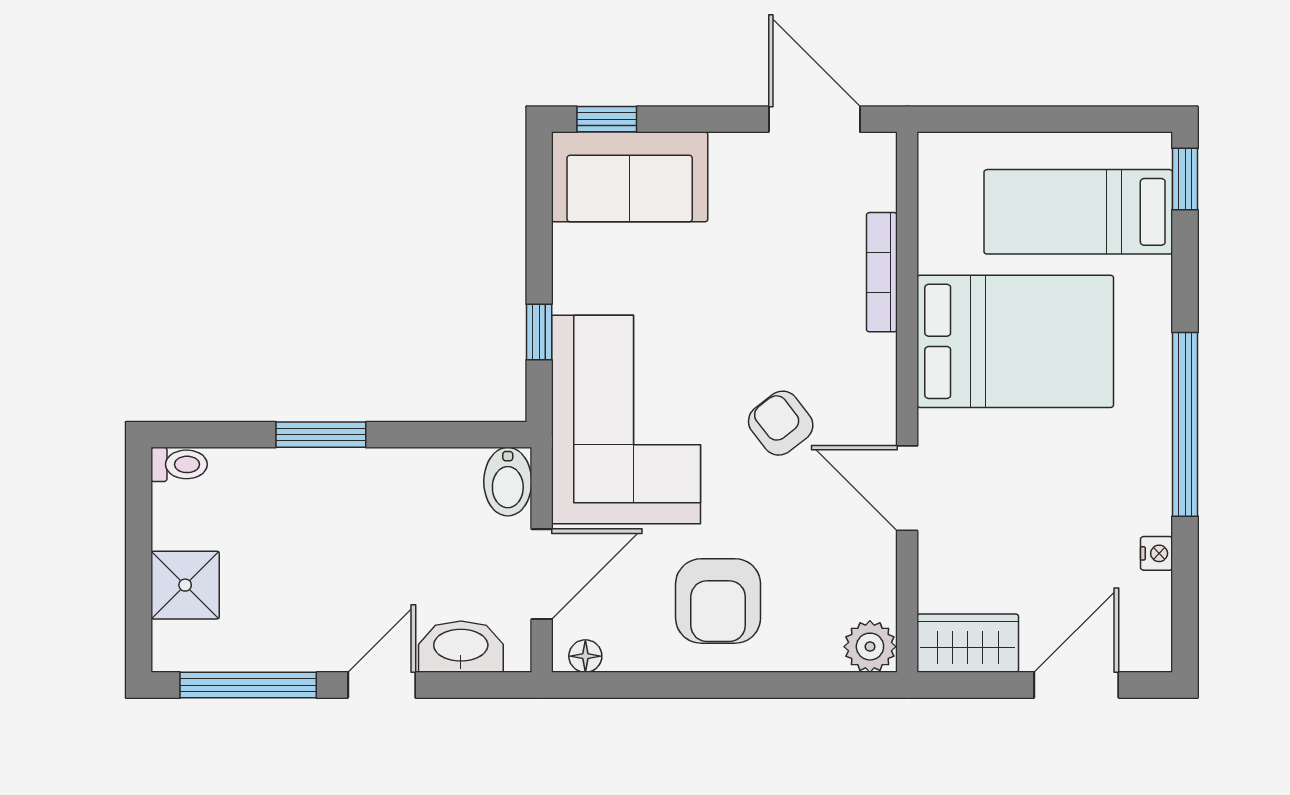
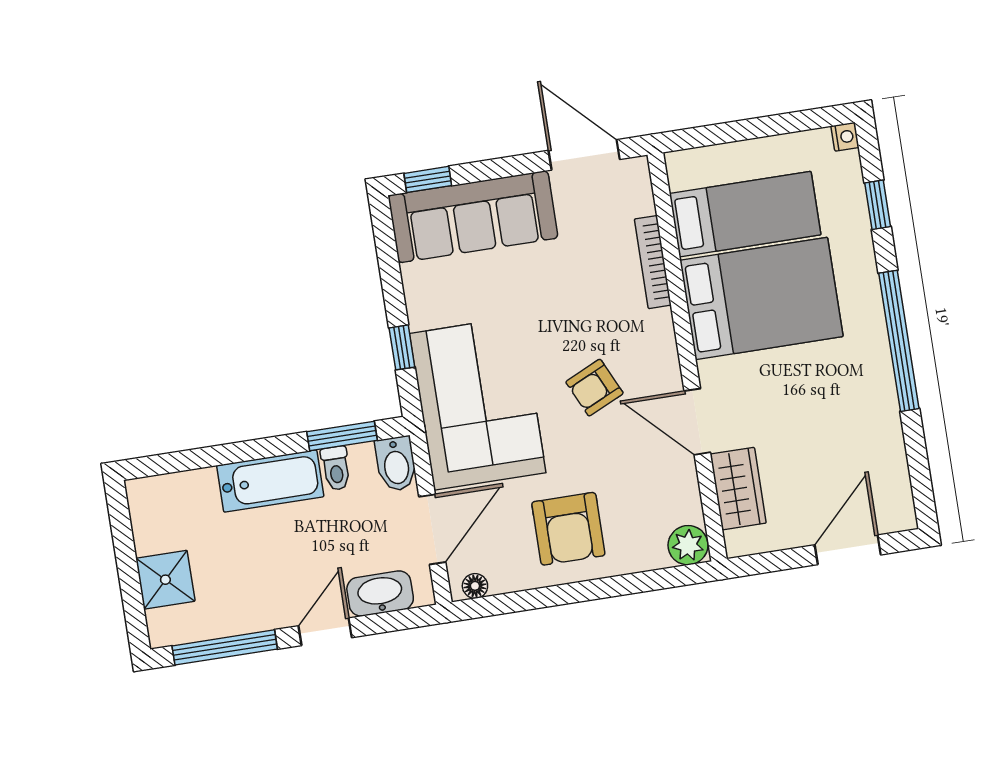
sofa: (630, 177) -> (473, 217), width x1.36
window: (1185, 179) -> (878, 205), moved
bed: (1078, 212) -> (745, 214), moved, turned 180
armchair: (781, 423) -> (594, 388), turned -77
window: (321, 435) -> (342, 436), moved
toilet: (179, 464) -> (336, 468), moved, turned 90
bathtub: (341, 478) -> (270, 481), added
nightstand: (1157, 553) -> (845, 137), moved
wardrobe: (968, 643) -> (738, 489), moved, turned 90

